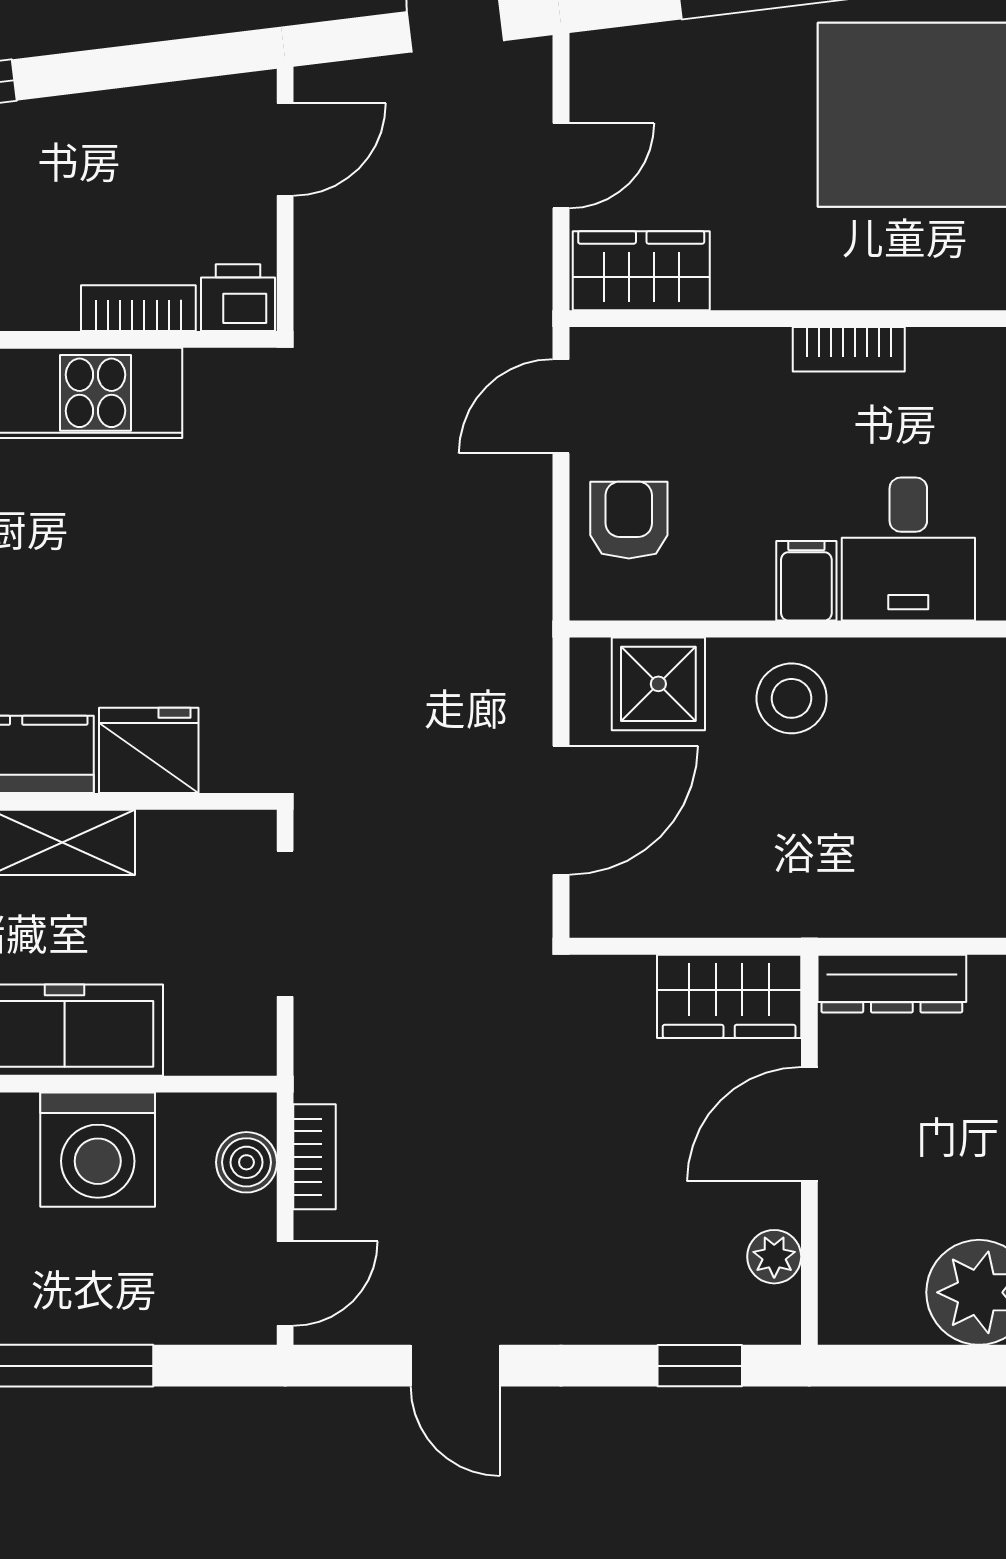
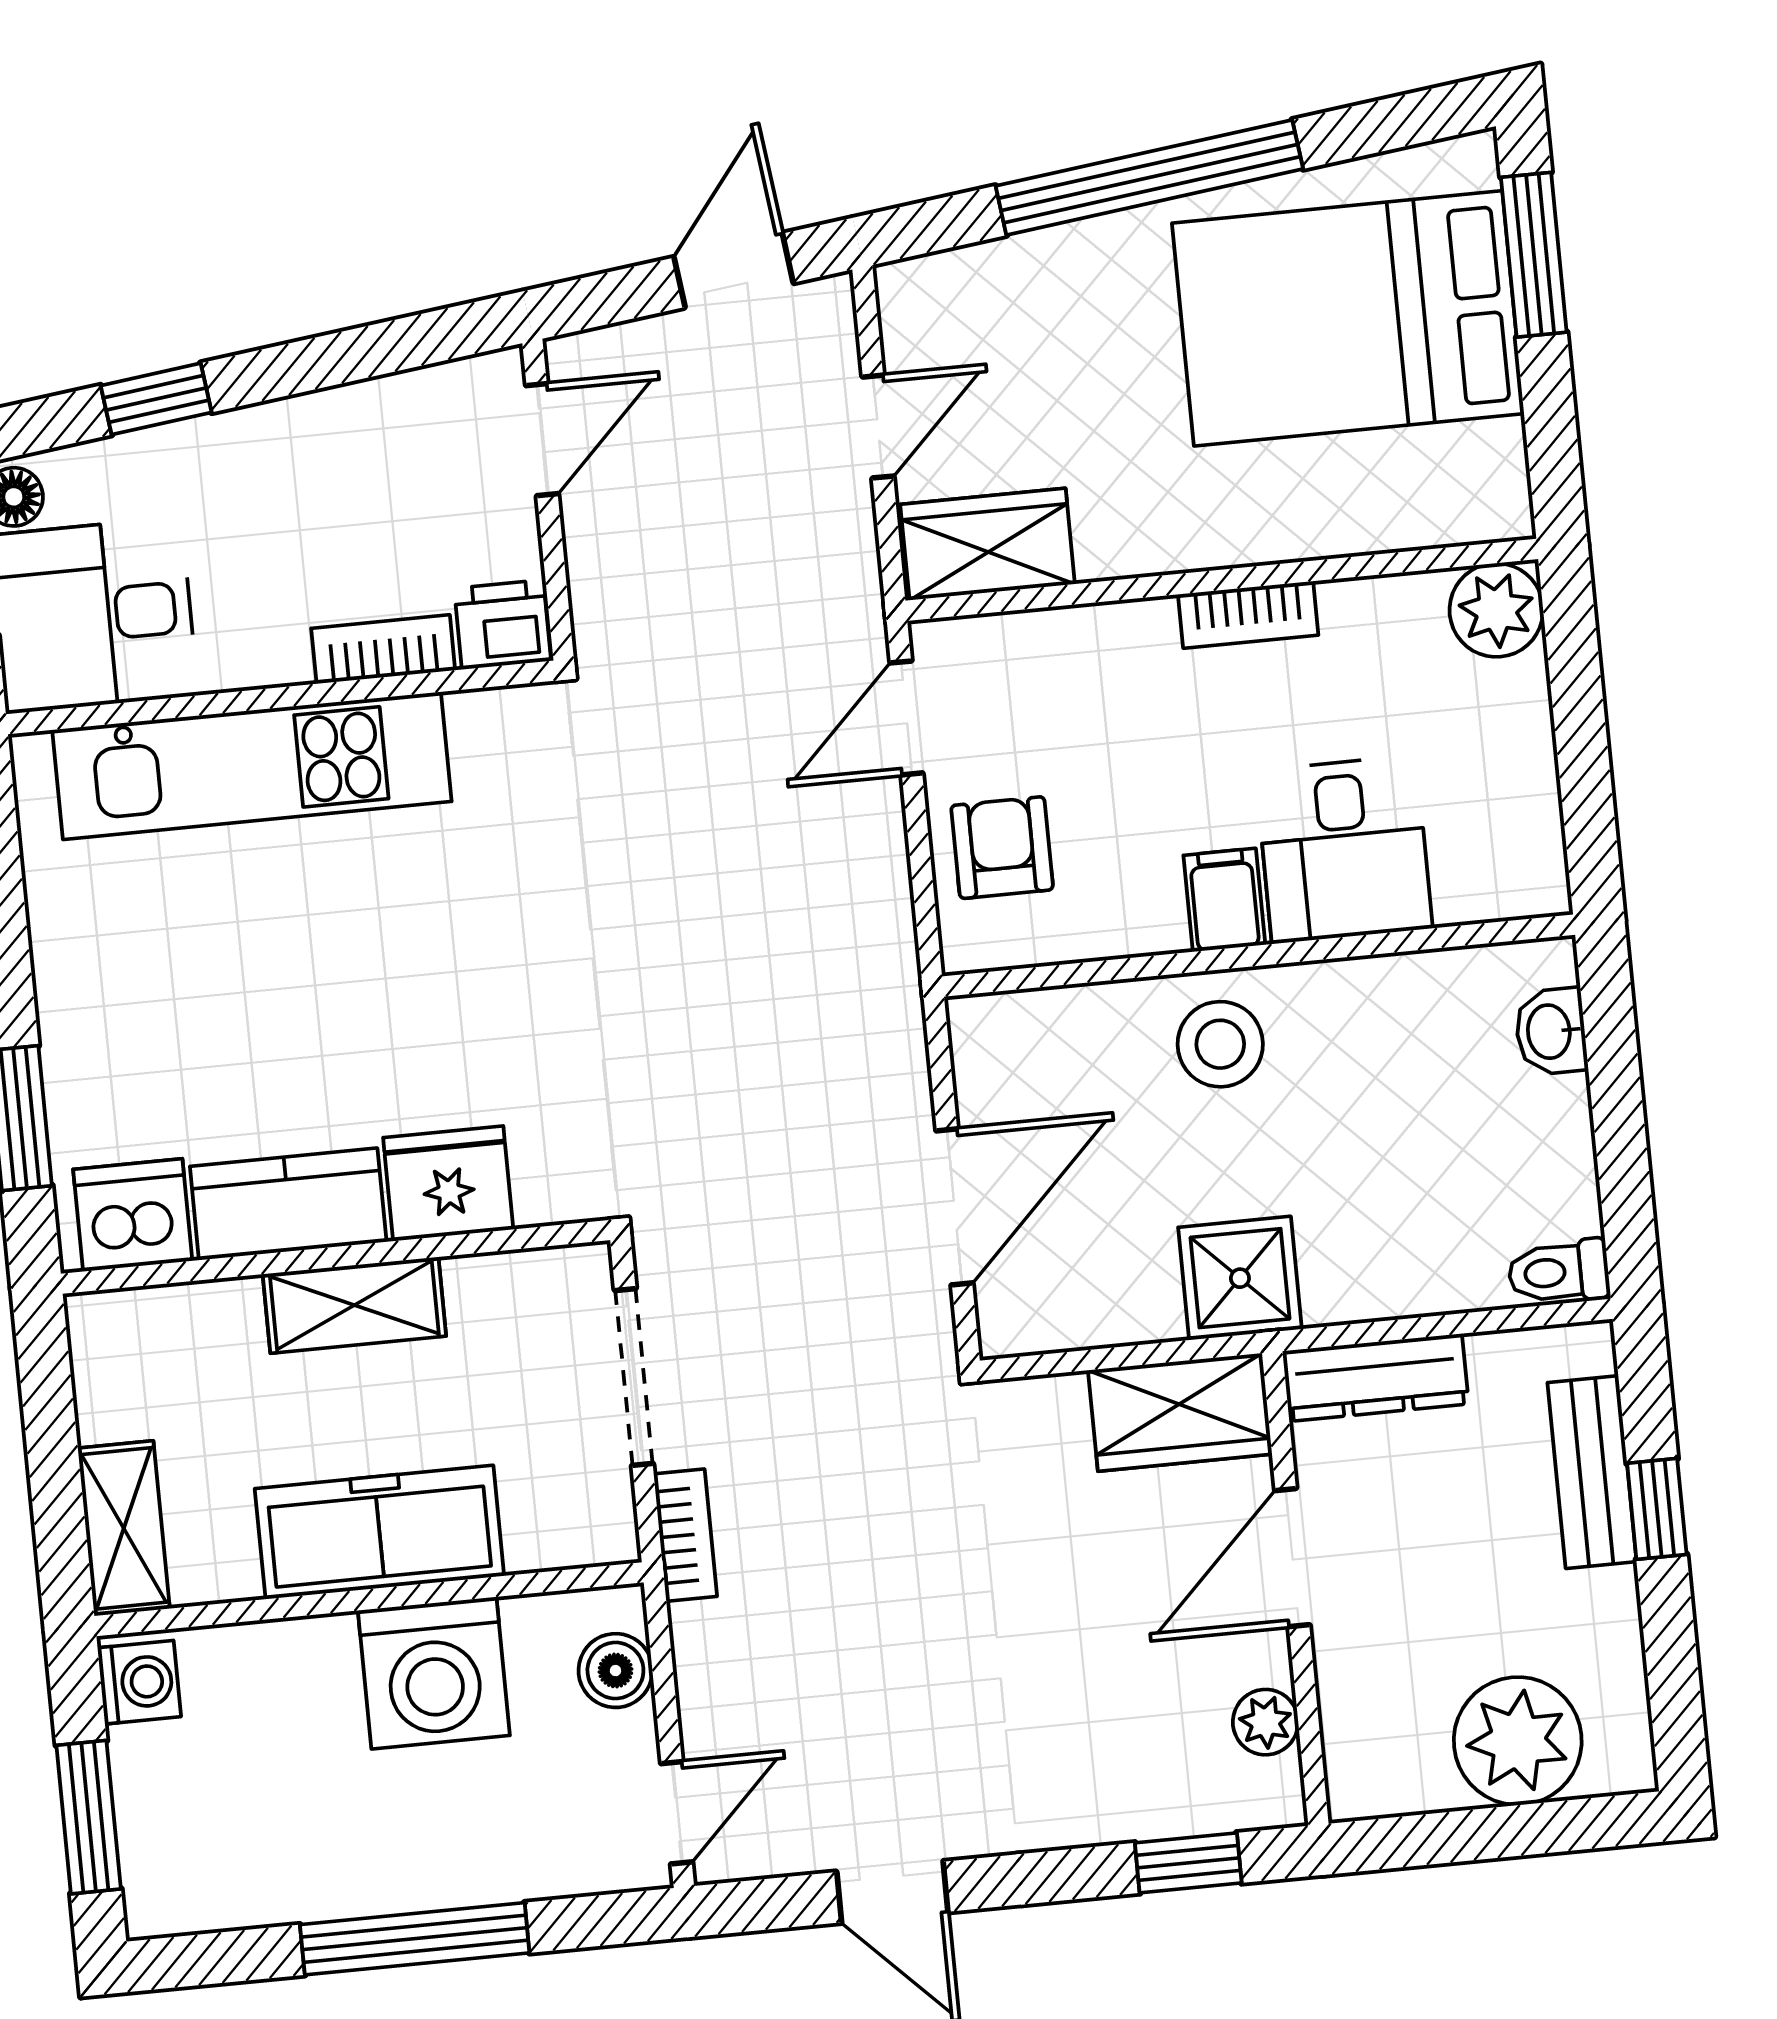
shower: (658, 684) -> (1240, 1278), moved
bookcase: (314, 1157) -> (685, 1535), moved

